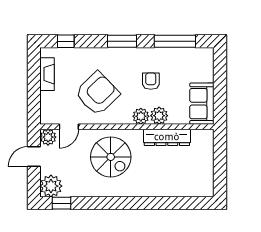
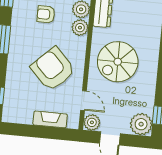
fireplace: (47, 74) -> (50, 119), moved
spiral stairs: (111, 157) -> (118, 62), turned 180

